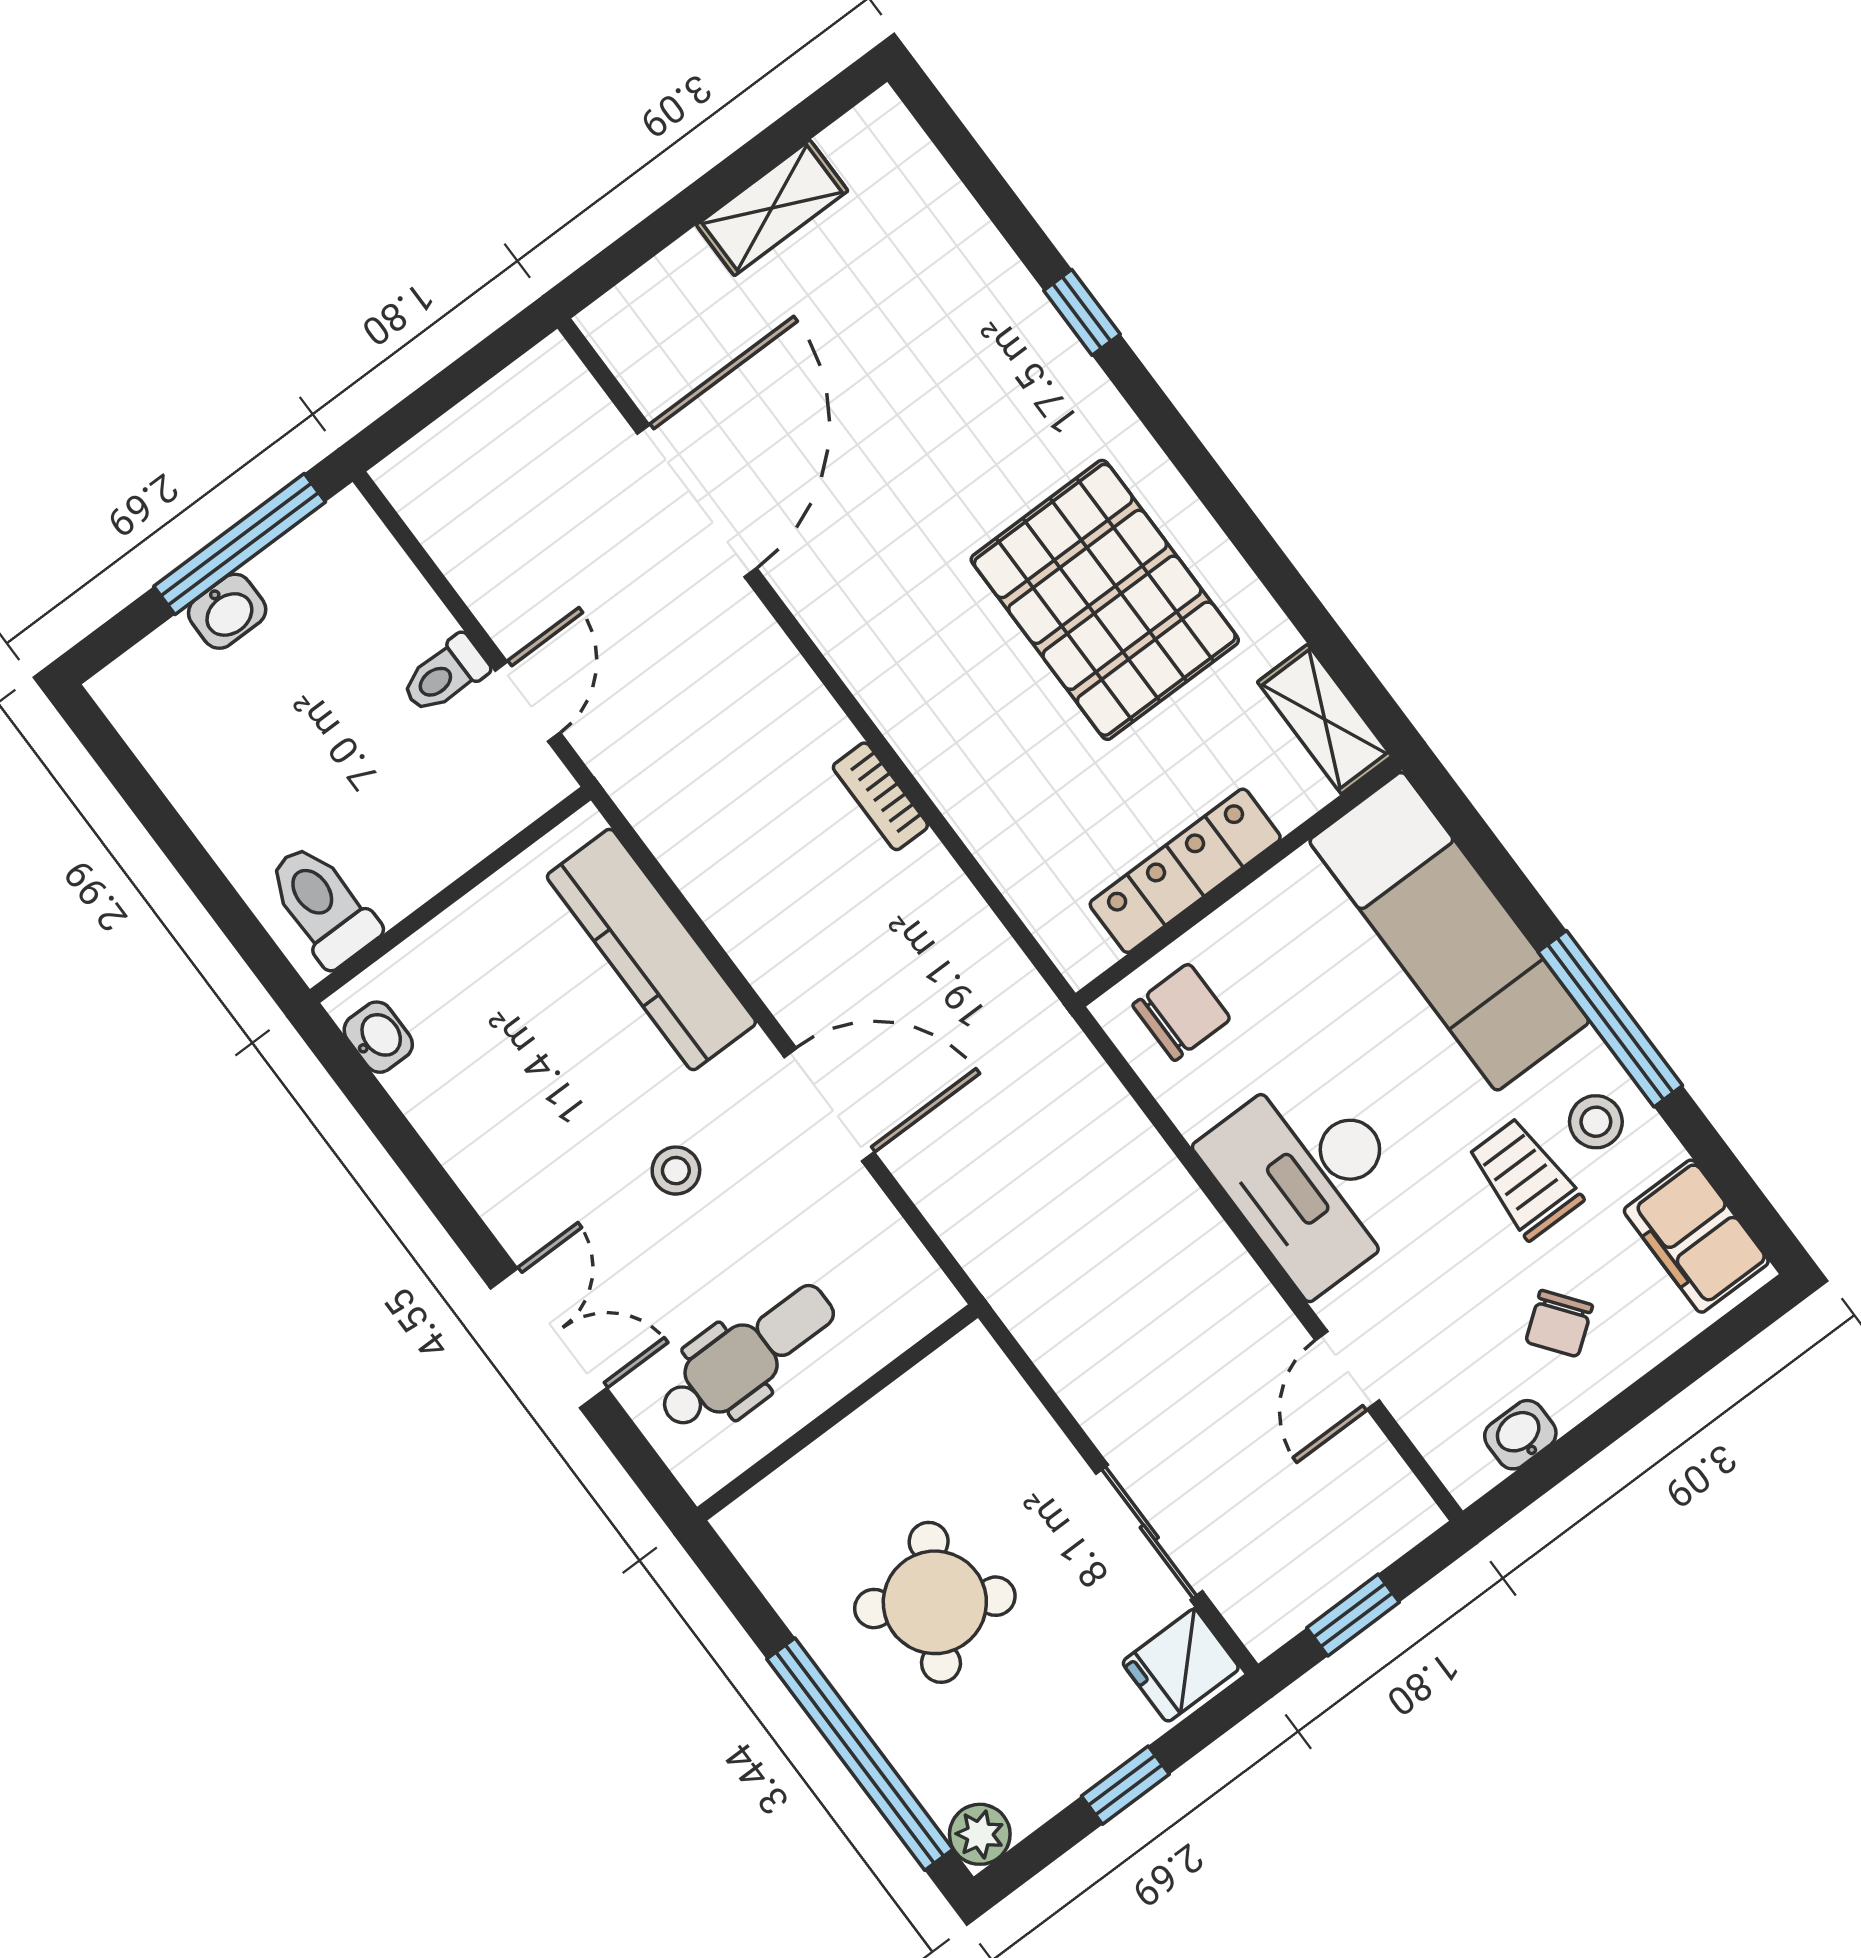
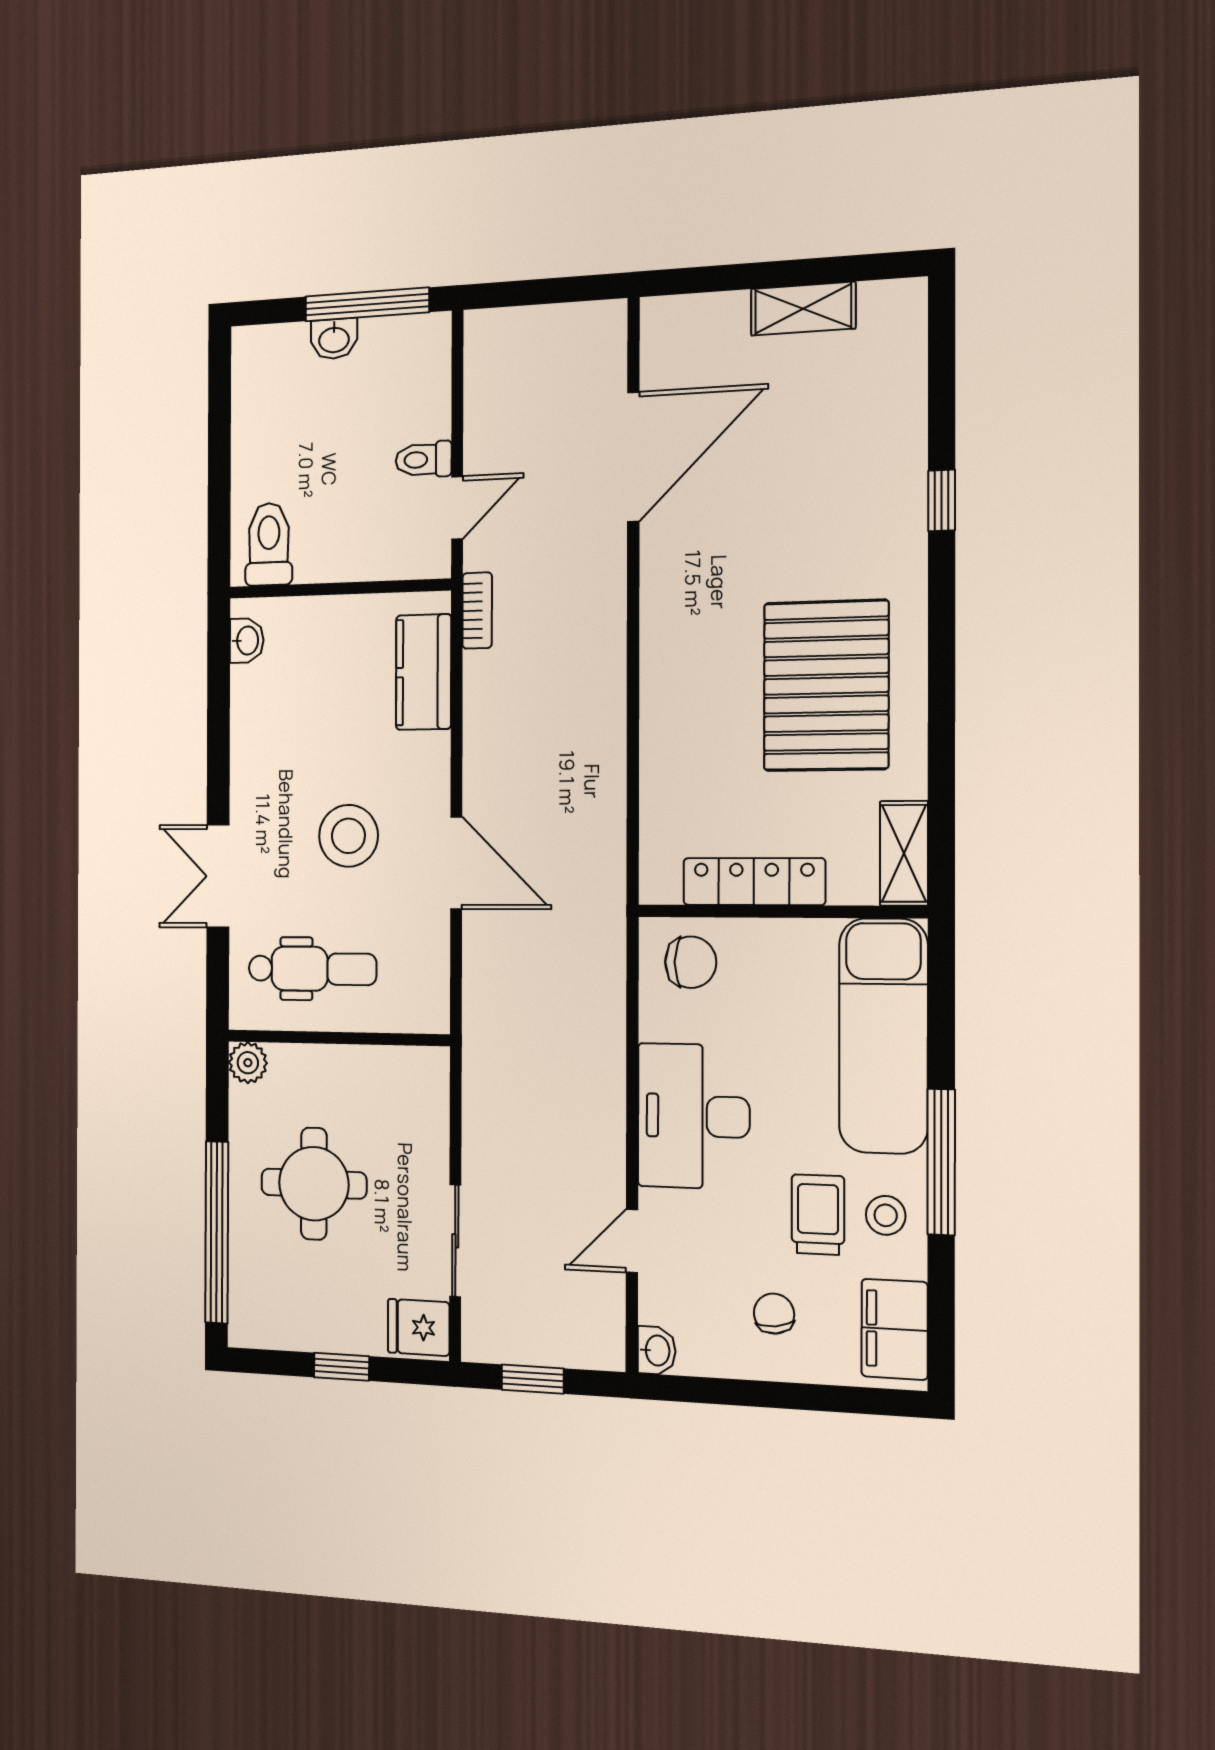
bookcase: (880, 796) -> (477, 611), moved, turned 180
kitchen counter: (651, 949) -> (424, 672), width x0.67
stool: (676, 1171) -> (348, 836), width x1.89, depth x1.89
chair: (1559, 1324) -> (774, 1314), turned 120
double door: (549, 1338) -> (218, 876), swing flipped
washbasin: (1520, 1435) -> (656, 1350), moved, turned 90
round table: (935, 1602) -> (314, 1184), turned -31
plant: (980, 1834) -> (248, 1063), moved

